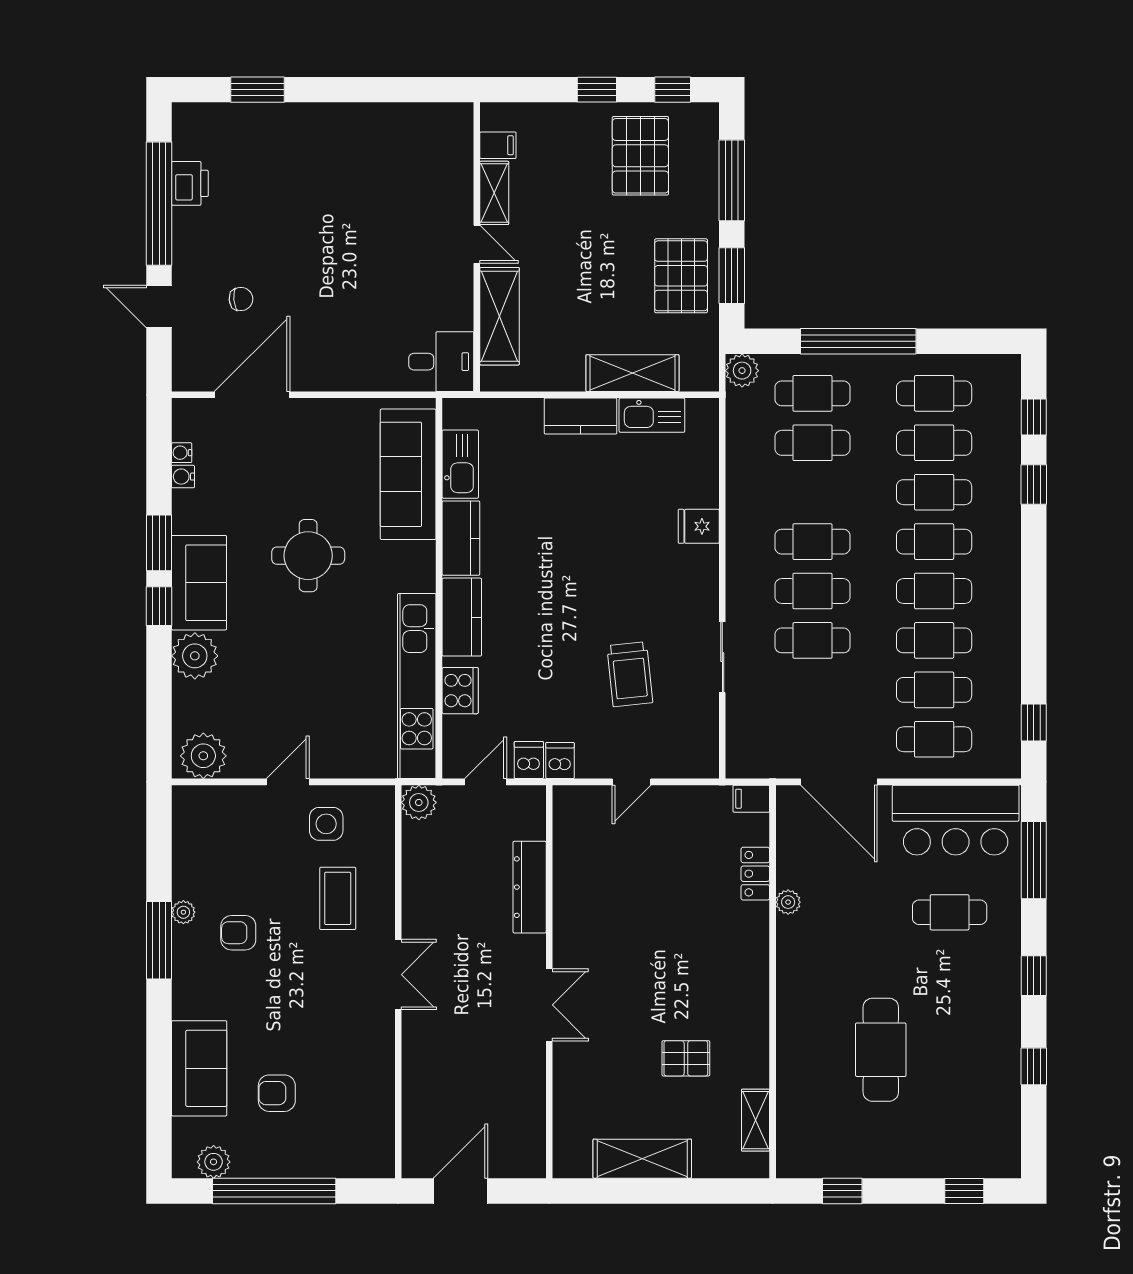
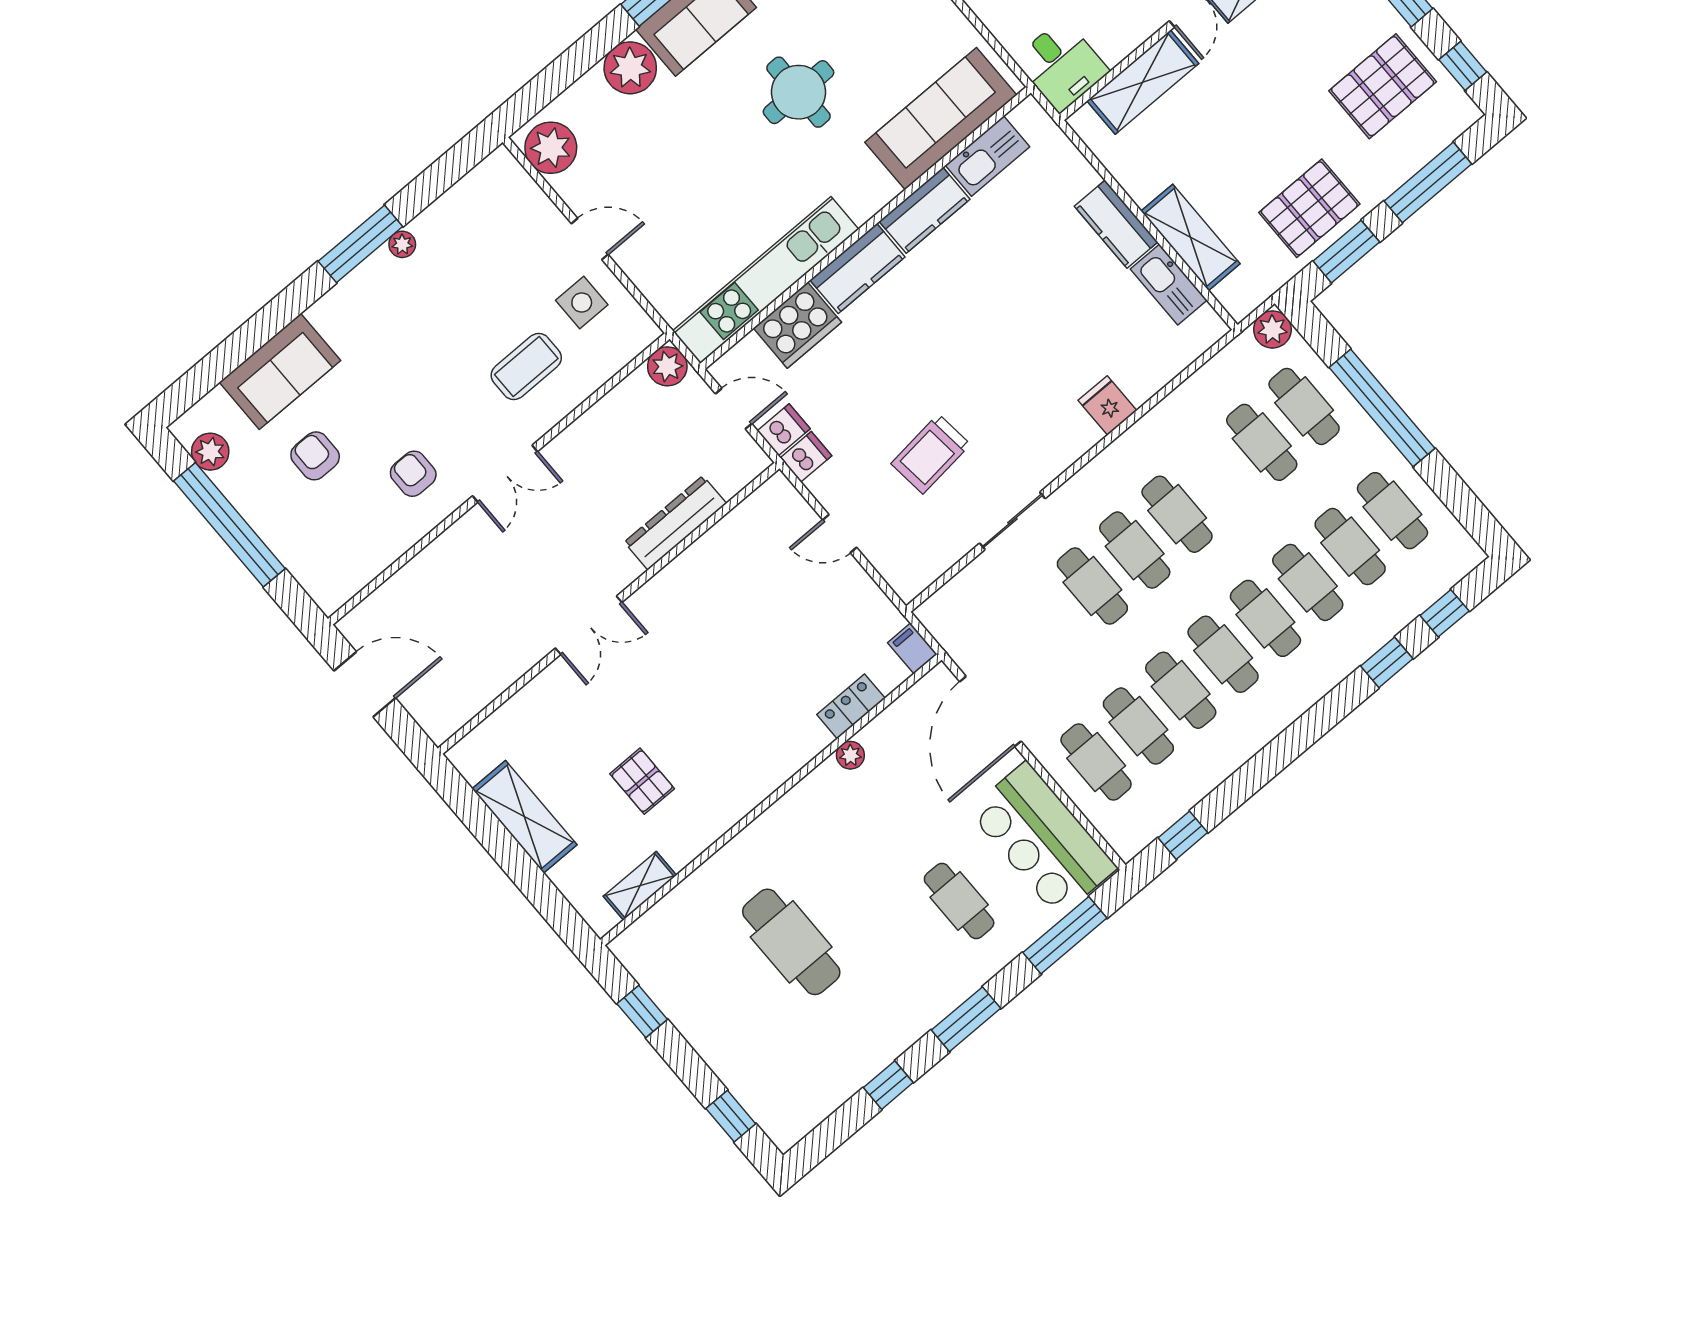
cooker: (460, 691) -> (797, 325), width x1.37, depth x1.31
armchair: (238, 933) -> (413, 474), moved
window: (1034, 976) -> (966, 1019), width x1.50
cafe table: (881, 1050) -> (791, 942), turned 90

